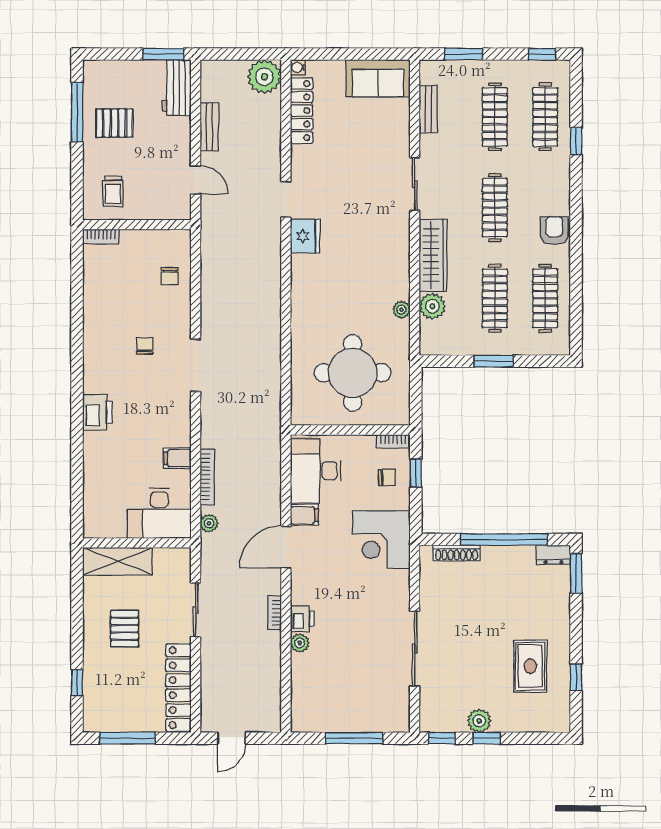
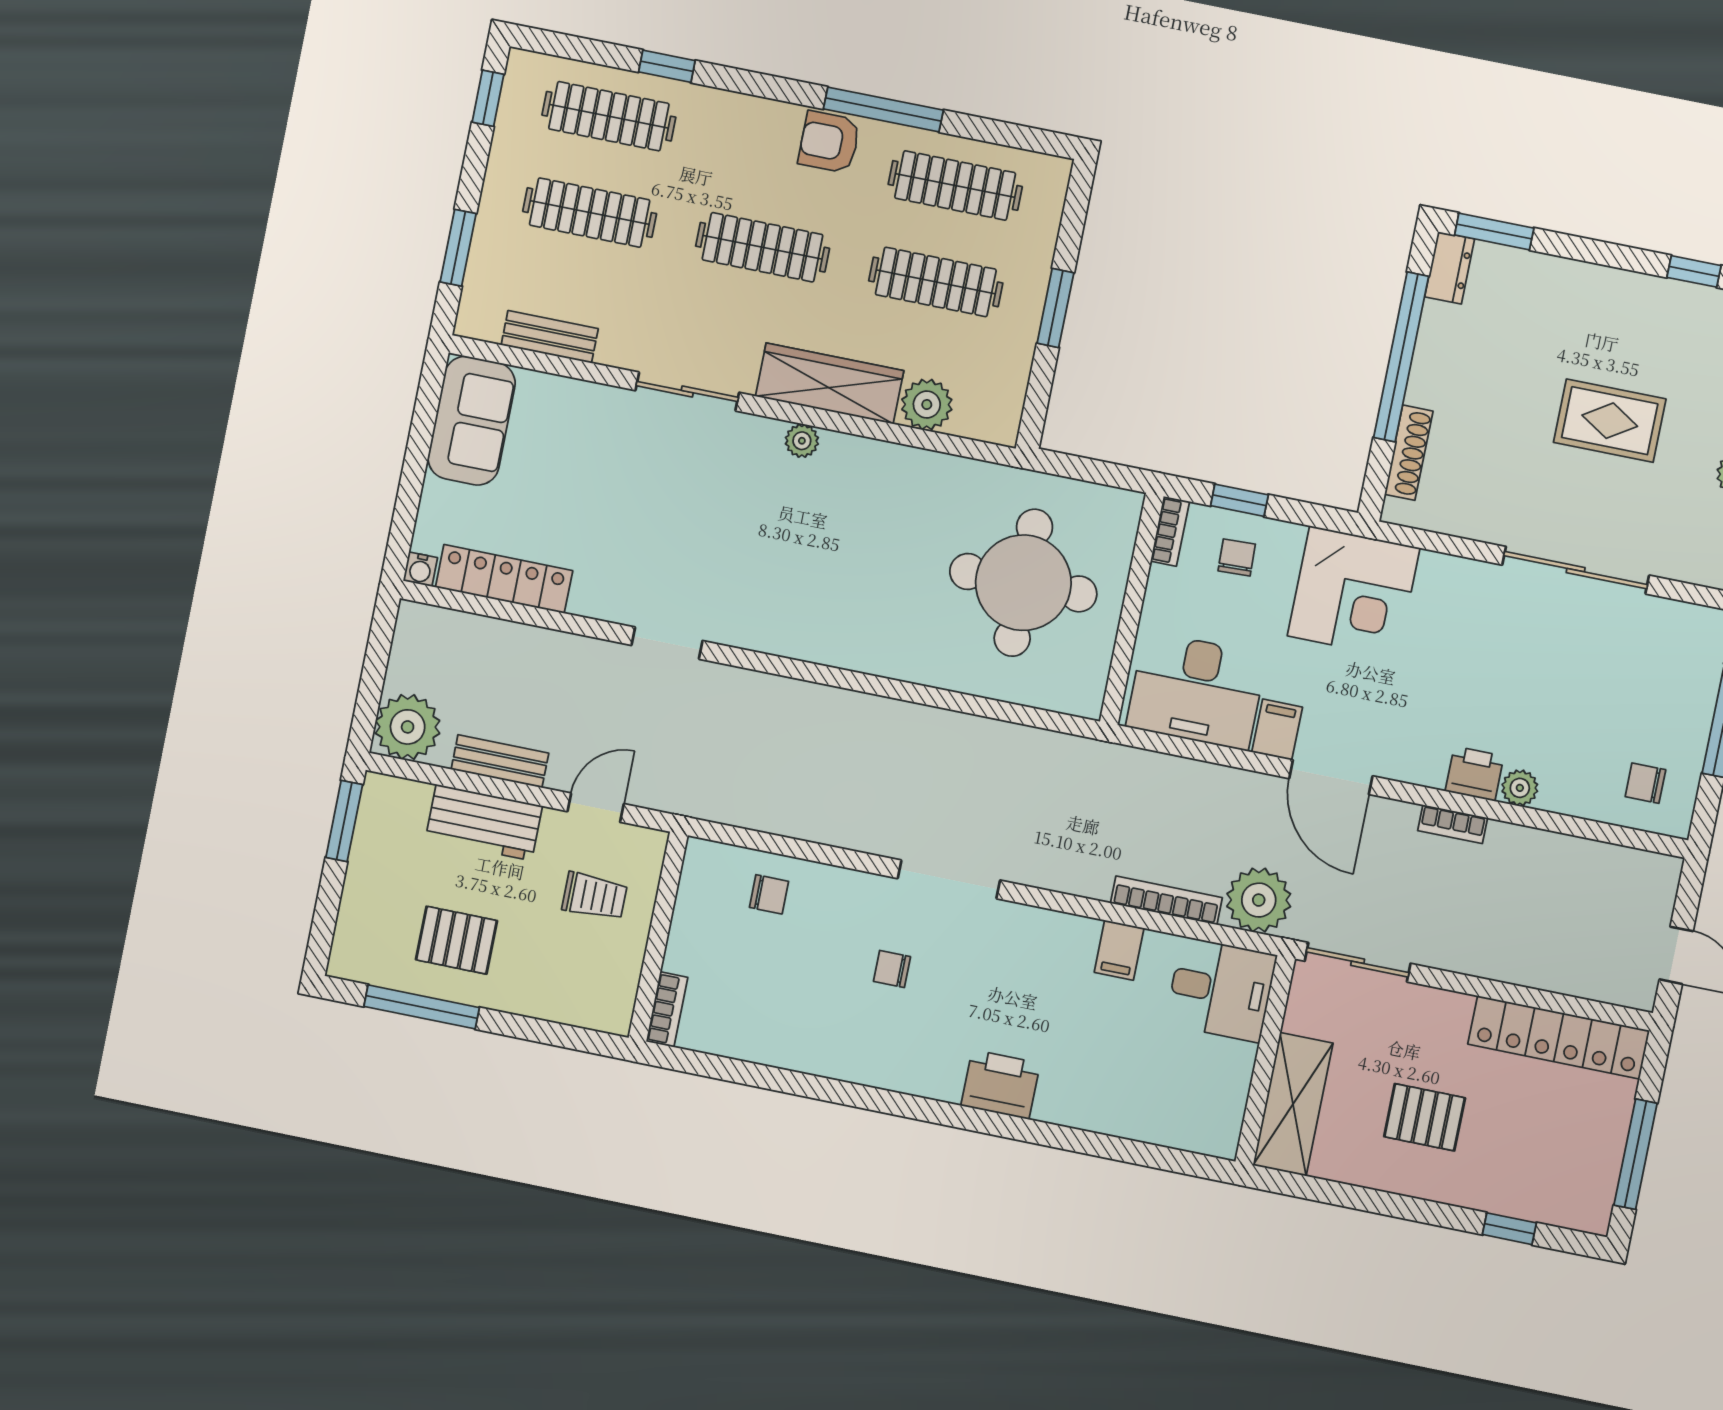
plant: (264, 77) -> (408, 727), moved
workbench: (177, 88) -> (484, 823), moved
pallet: (114, 123) -> (457, 940), turned 90
trolley: (113, 192) -> (595, 896), moved
fridge: (305, 236) -> (744, 621), removed
window: (576, 255) -> (883, 109), added
plant: (401, 310) -> (802, 441), moved
desk: (159, 513) -> (1221, 990), width x0.73
plant: (209, 523) -> (1259, 900), width x1.88, depth x1.88
sliding door: (196, 610) -> (1358, 962), moved
rug: (530, 666) -> (1610, 421), moved
chair: (315, 705) -> (1645, 783), added

